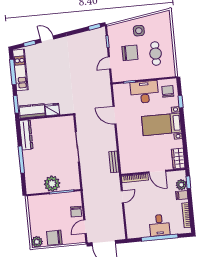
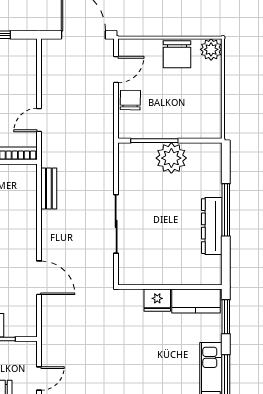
dresser: (26, 135) -> (212, 226), moved
chair: (54, 238) -> (177, 54), turned 90

